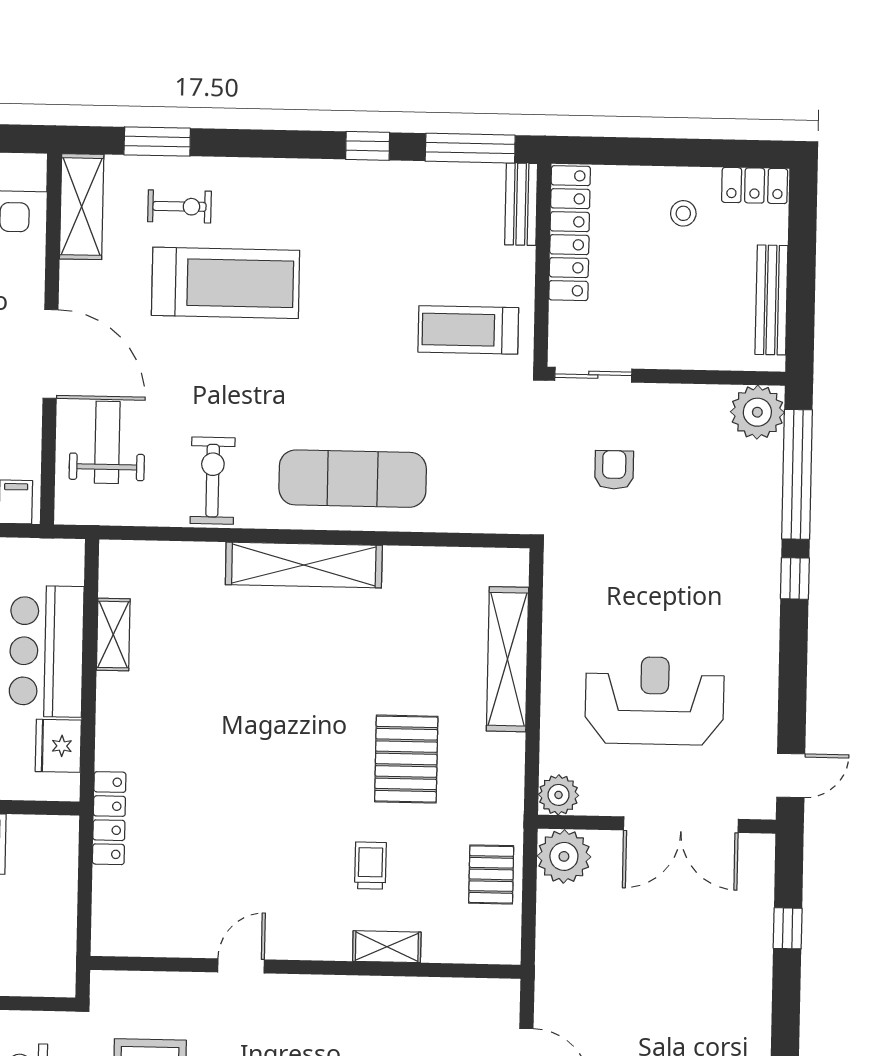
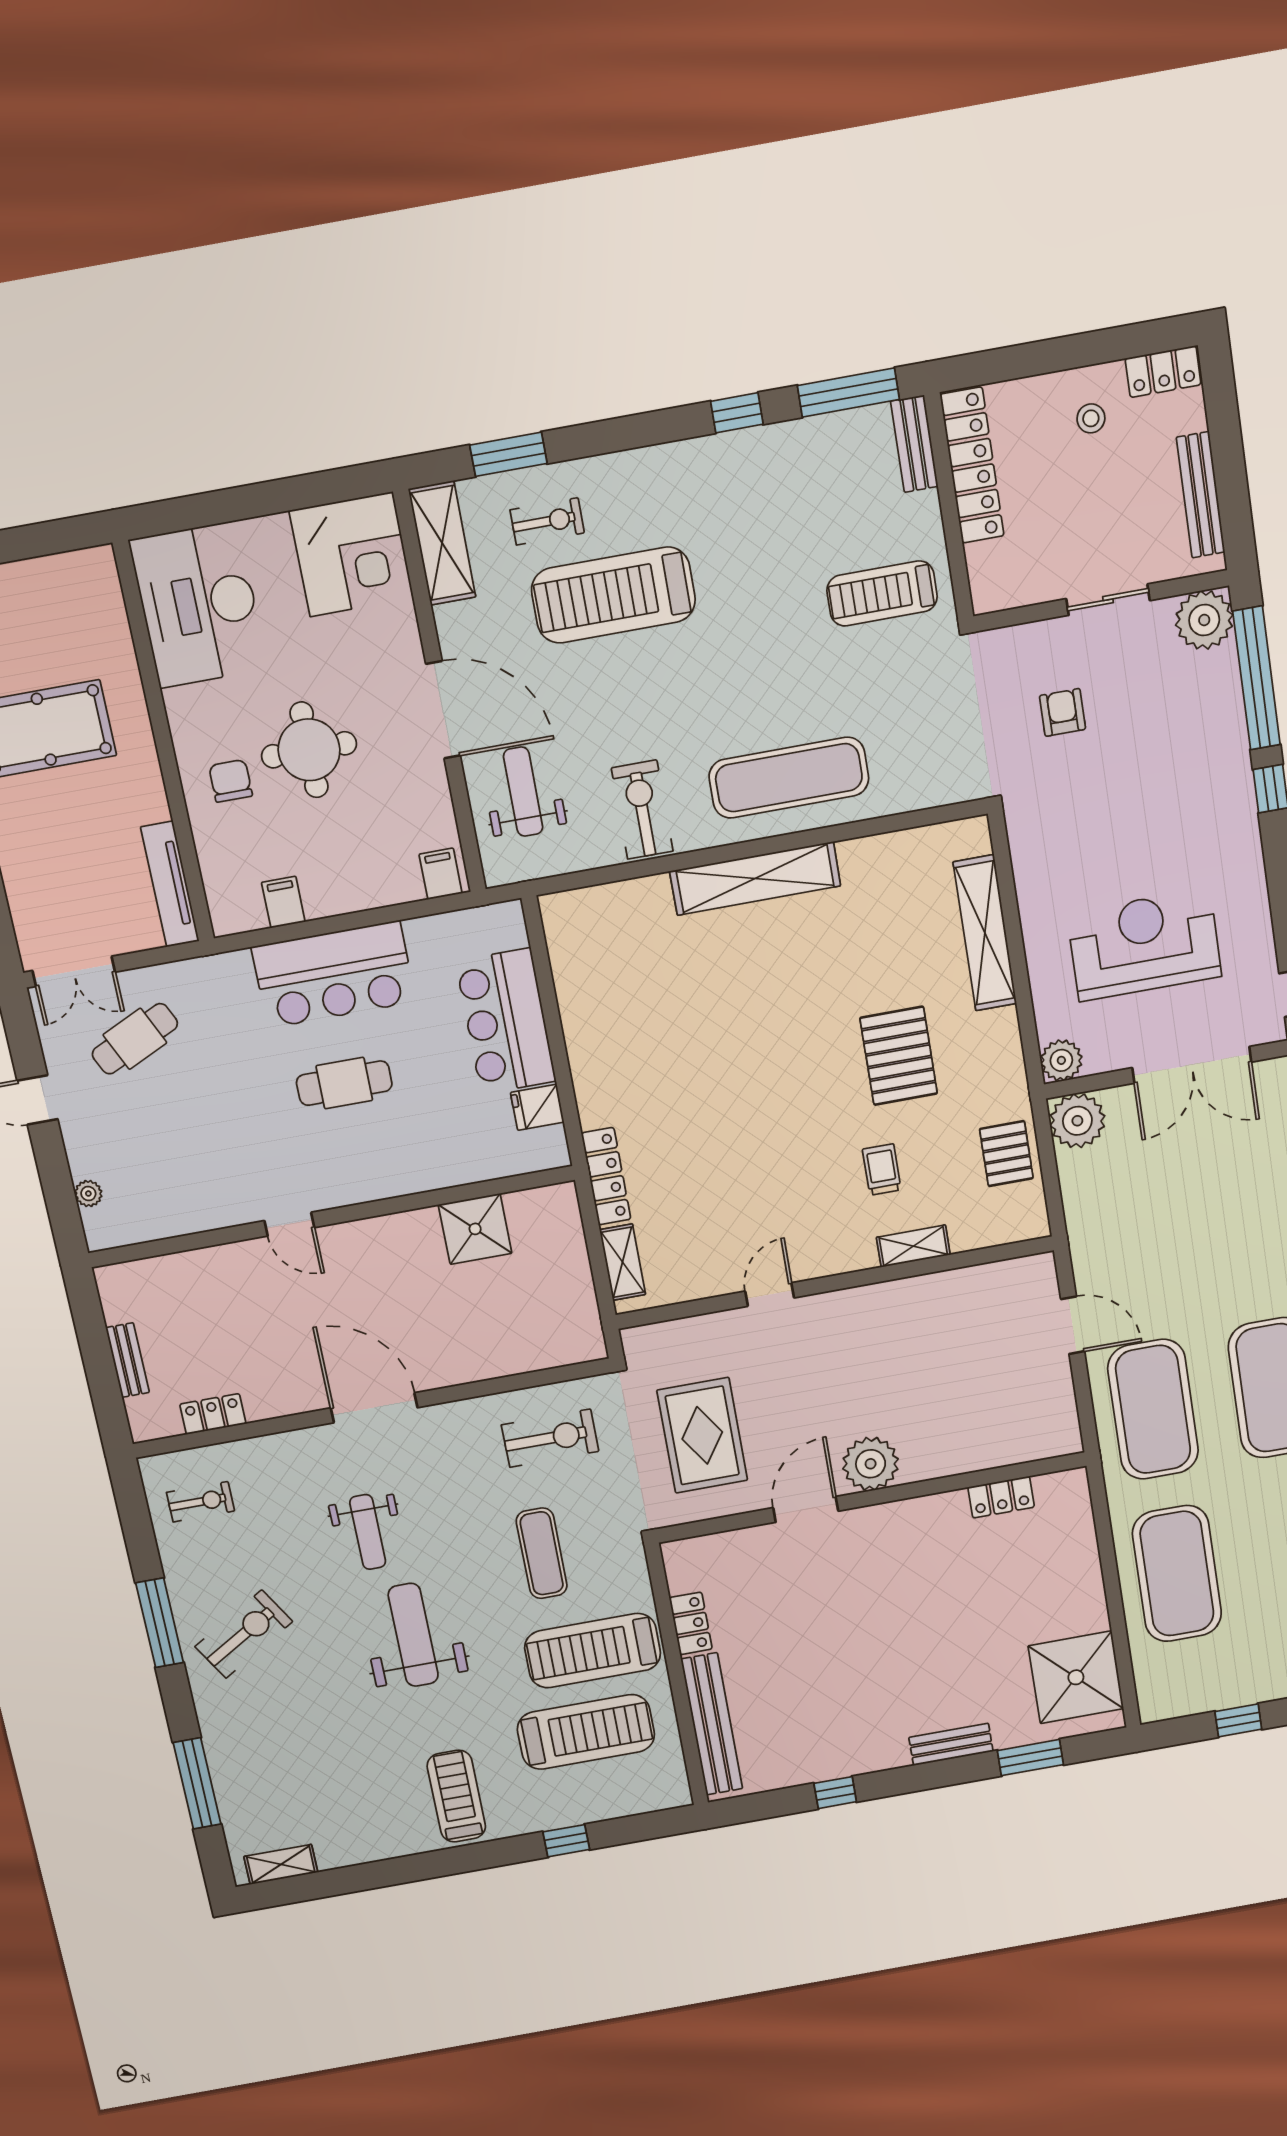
treadmill: (226, 283) -> (613, 595), turned 180
sliding door: (593, 375) -> (1108, 600), moved
shelving: (113, 635) -> (623, 1262), moved
fridge: (58, 746) -> (537, 1107), width x0.72

